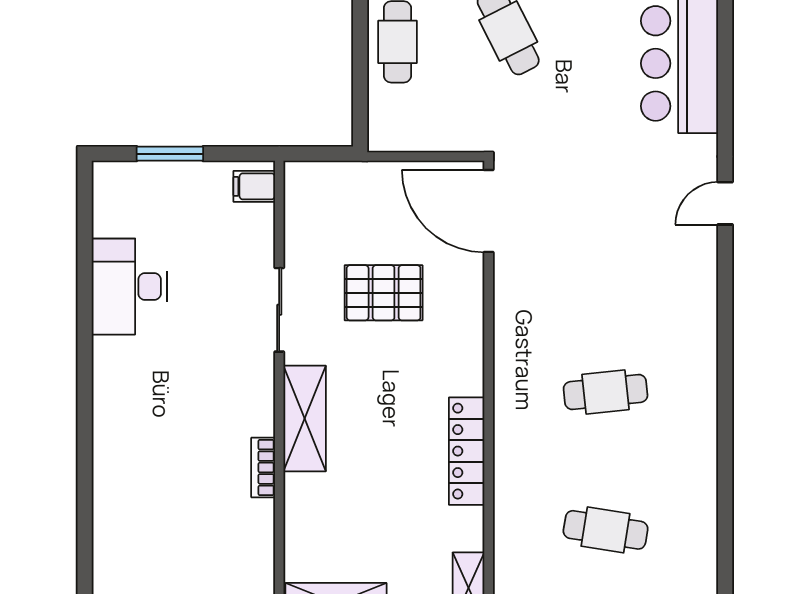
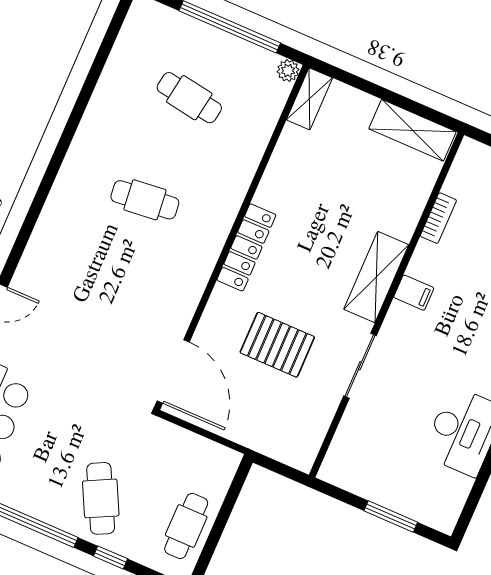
filing cabinet: (254, 186) -> (414, 293), moved
locker: (467, 451) -> (246, 247), moved
bookcase: (263, 468) -> (438, 218), moved

